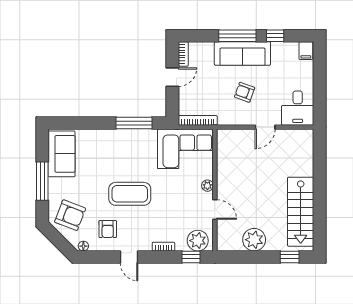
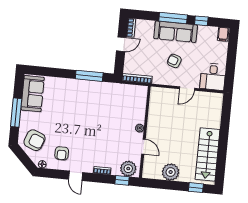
corner sofa: (185, 149) -> (126, 99), removed
coffee table: (130, 194) -> (81, 128), removed

